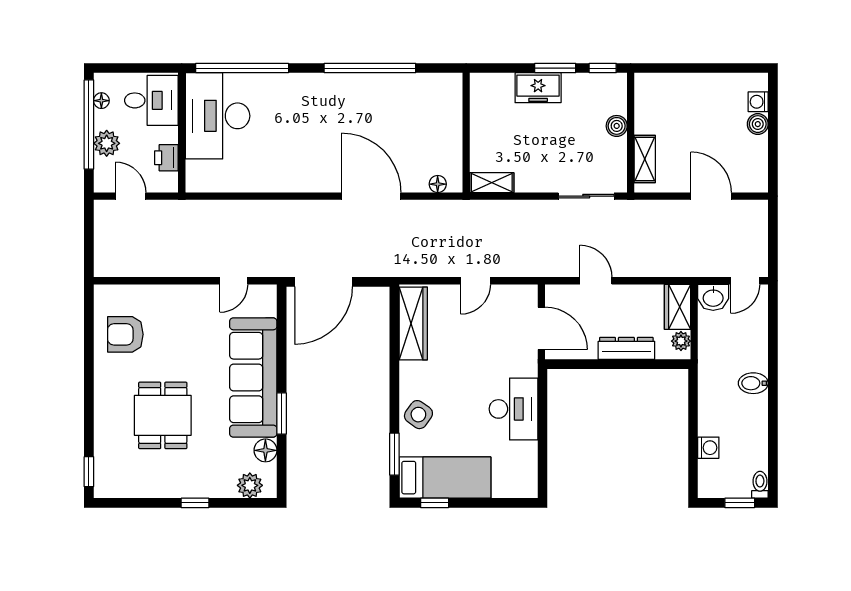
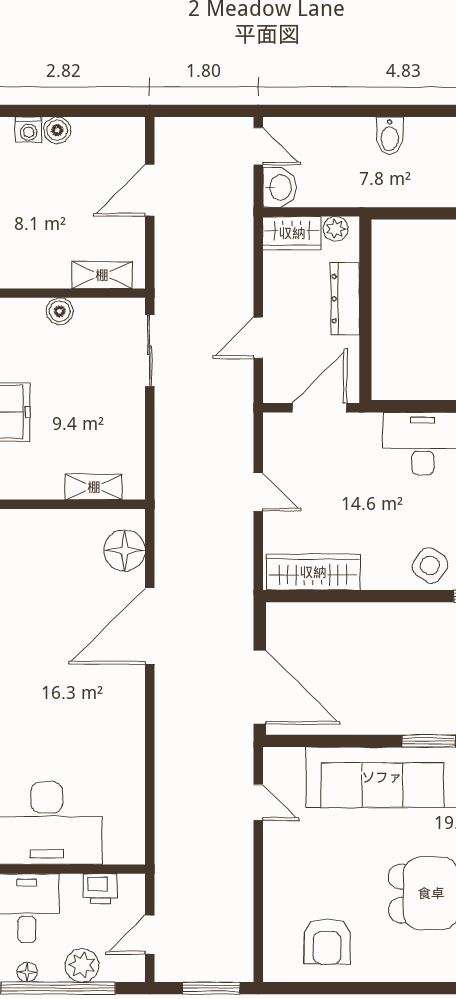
shelving: (492, 183) -> (94, 487), moved, turned 90
floor lamp: (438, 184) -> (124, 550), width x1.89, depth x1.89
window: (89, 244) -> (211, 988), added

